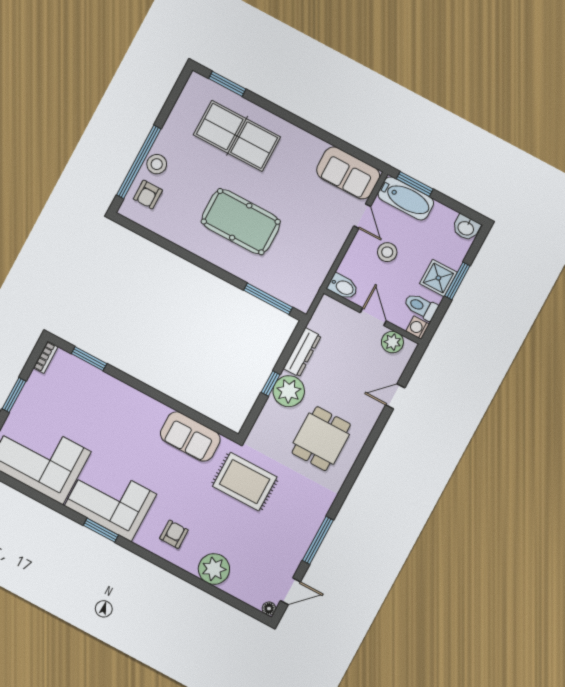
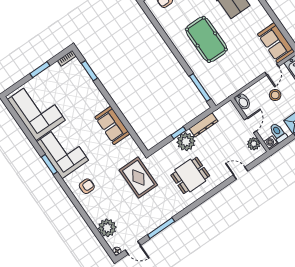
sofa: (190, 436) -> (112, 125), moved
plant: (214, 569) -> (107, 228), moved

